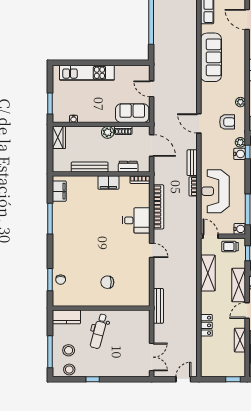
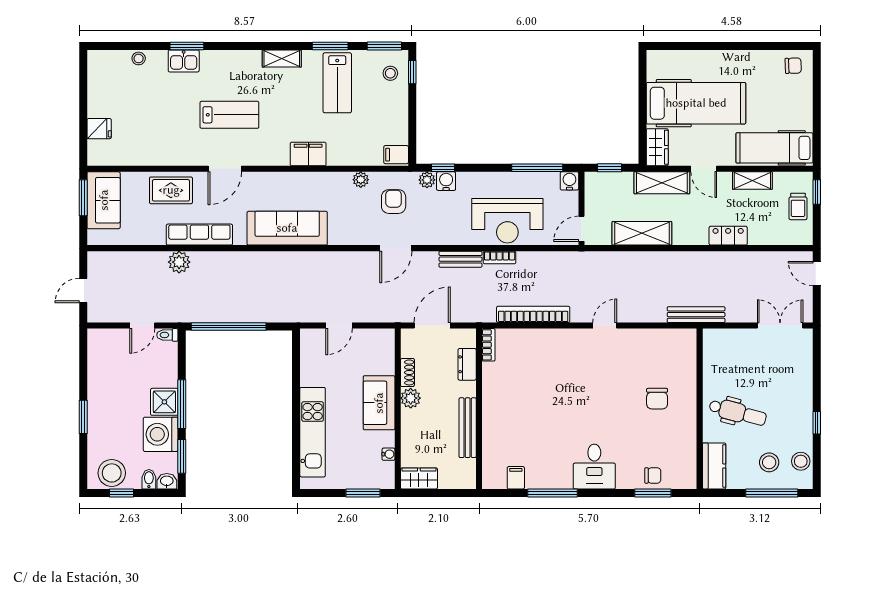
sofa: (132, 113) -> (379, 403), moved
filing cabinet: (108, 183) -> (493, 397), removed
filing cabinet: (59, 191) -> (516, 478), width x0.50
desk: (136, 220) -> (594, 467), moved, turned 180
trolley: (230, 247) -> (798, 206), moved

